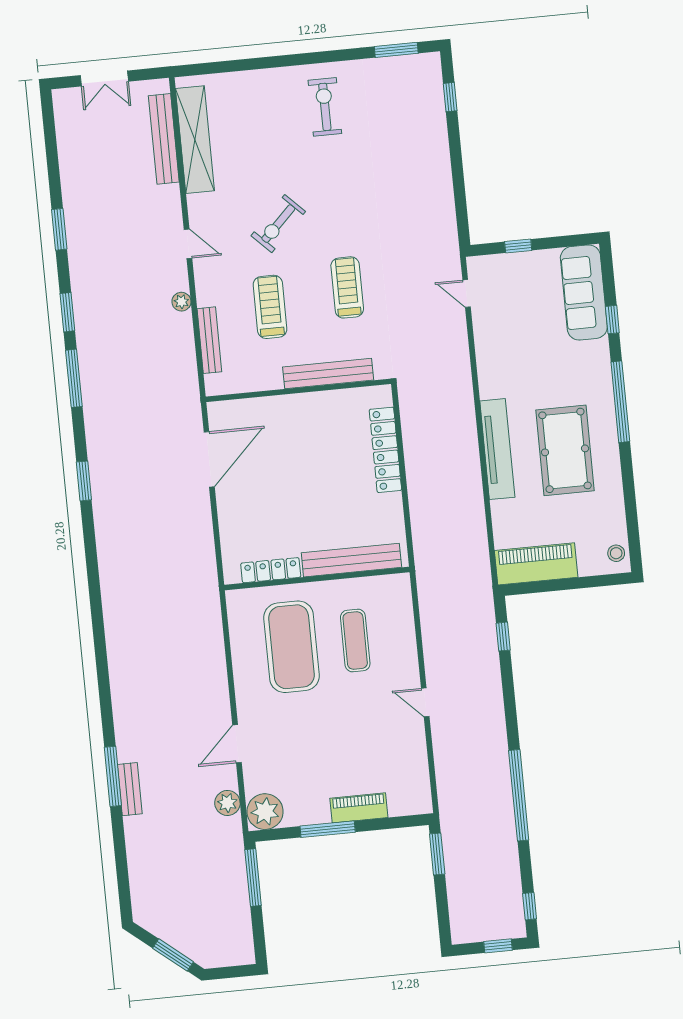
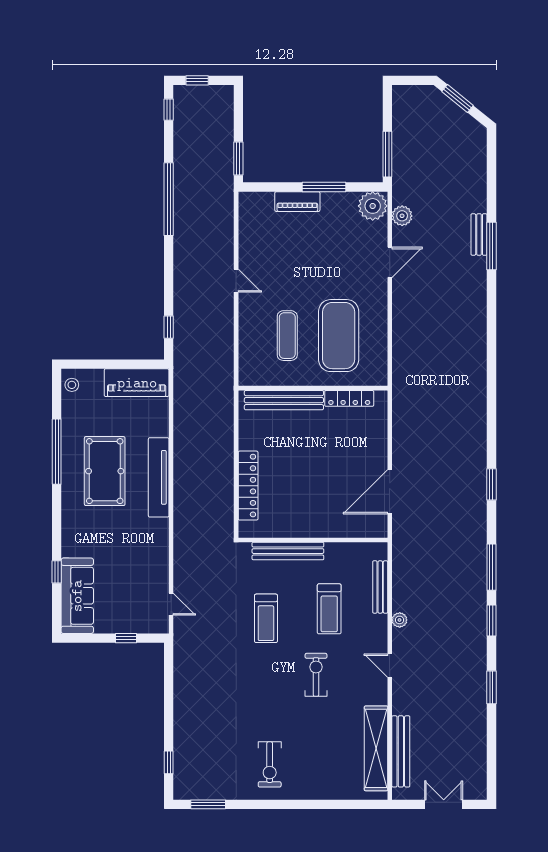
exercise bike: (278, 224) -> (316, 675), turned -45
window: (620, 402) -> (57, 452), moved

